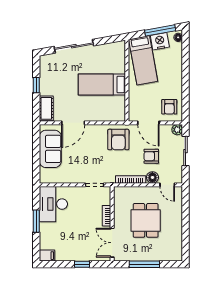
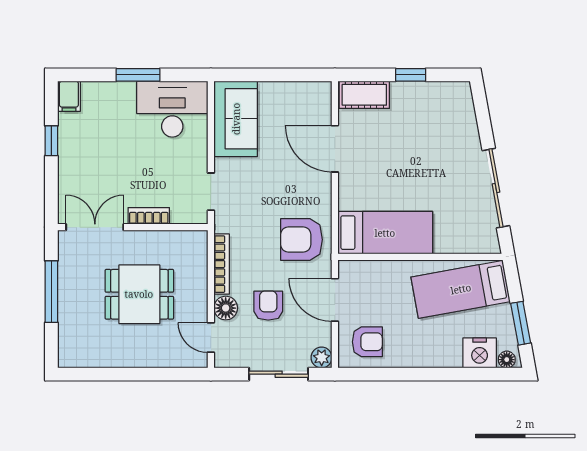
window: (160, 30) -> (521, 323), width x0.69
nightstand: (160, 41) -> (480, 353), moved, turned 100
sliding door: (74, 46) -> (496, 188), moved
bed: (102, 84) -> (385, 233), moved, turned 90
armchair: (169, 107) -> (367, 342), turned 180
door: (148, 123) -> (335, 300), hinge flipped
sofa: (50, 149) -> (236, 119), moved, turned -90
door: (167, 185) -> (211, 338), hinge flipped
window: (82, 264) -> (51, 141), moved

